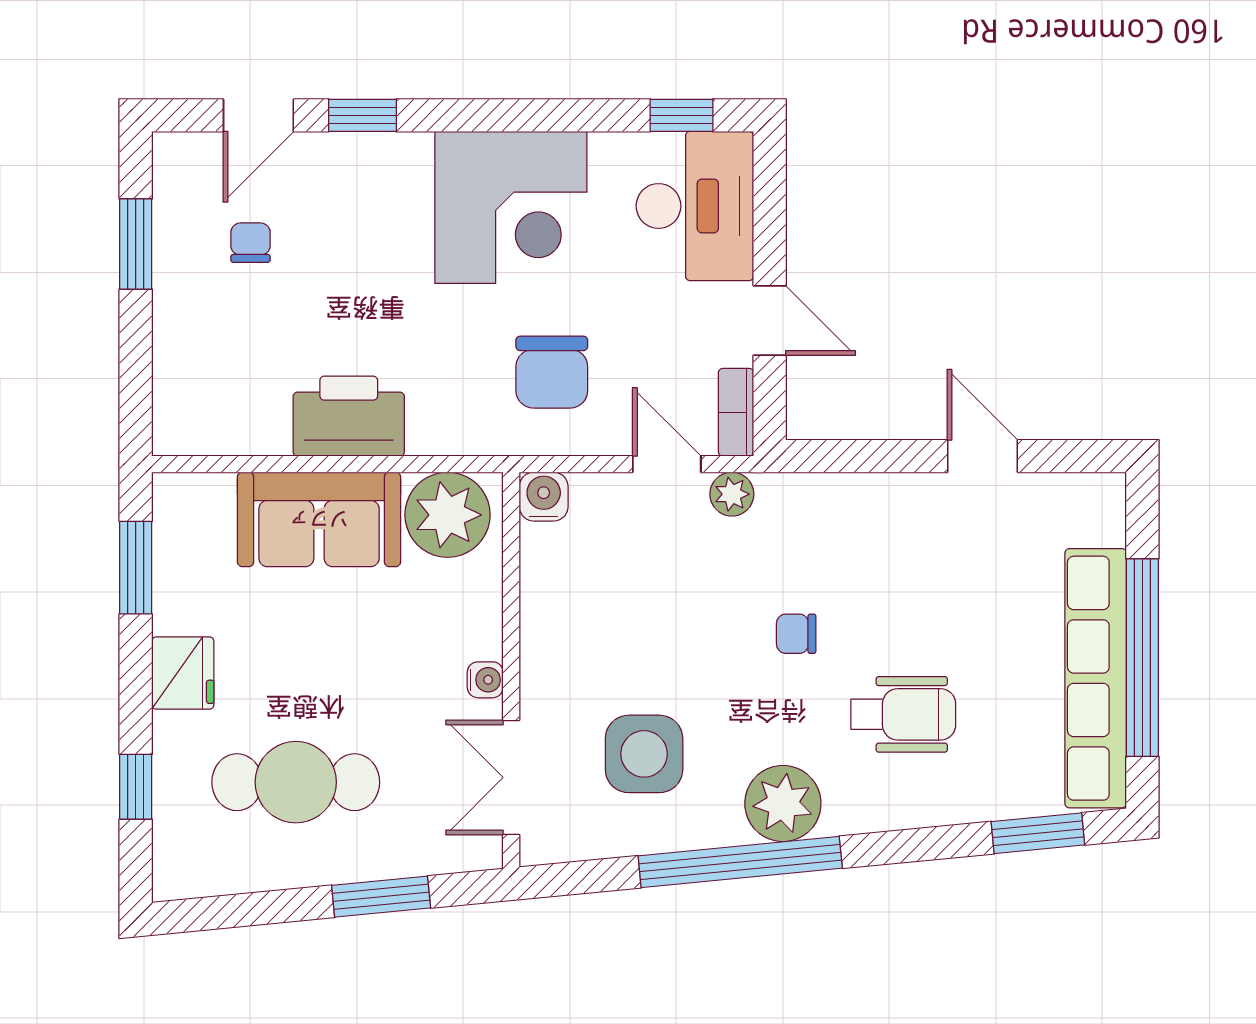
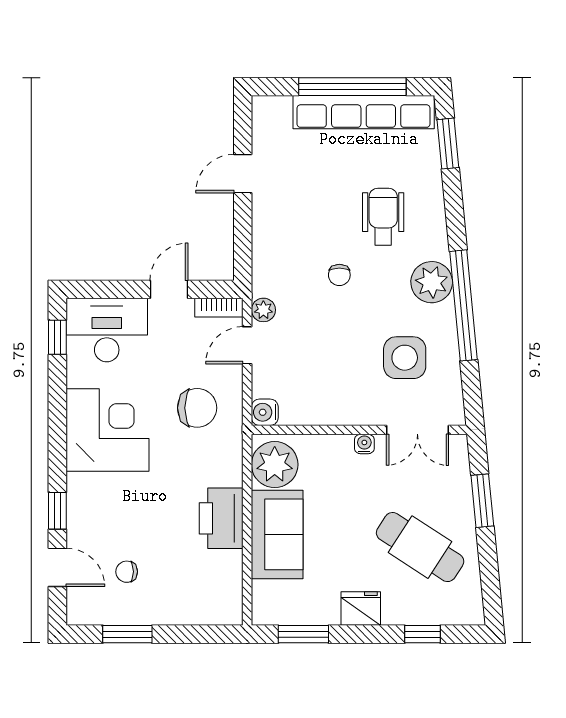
cafe table: (296, 782) -> (420, 547), turned -57

